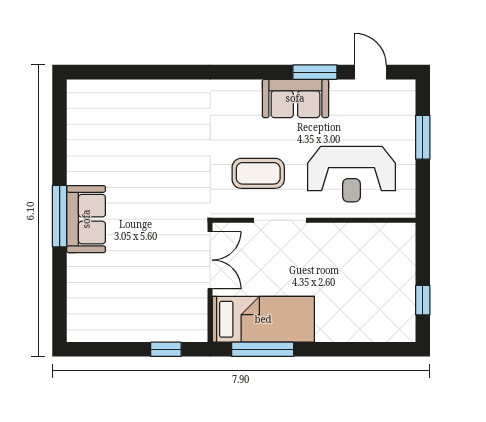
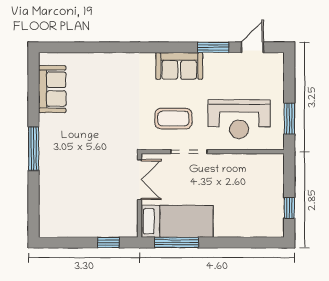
door: (370, 72) -> (252, 47), hinge flipped
sofa: (295, 98) -> (179, 66), moved
window: (423, 137) -> (289, 119), moved
sofa: (86, 219) -> (52, 89), moved

